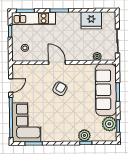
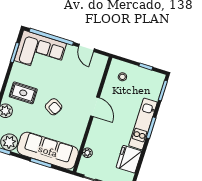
kitchen unit: (34, 18) -> (143, 124), moved
door: (57, 63) -> (95, 107), hinge flipped
armchair: (60, 89) -> (54, 107), moved
rug: (65, 126) -> (23, 93), added

